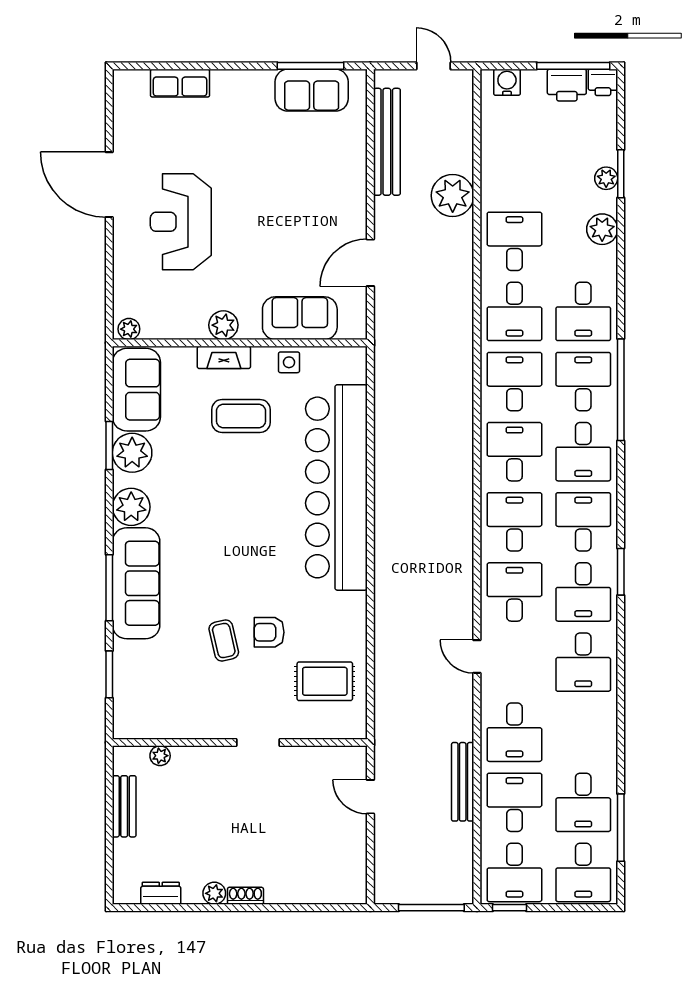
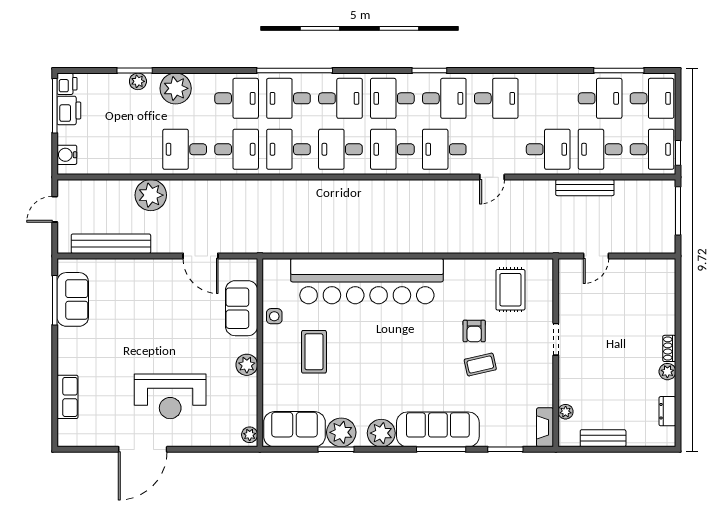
plant: (602, 229) -> (176, 88), width x1.36, depth x1.36
fireplace: (224, 357) -> (545, 427), moved, turned 180

